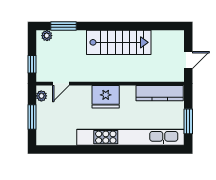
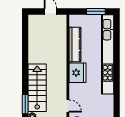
stairs: (119, 42) -> (37, 88), moved
kitchen counter: (160, 93) -> (75, 45), moved

